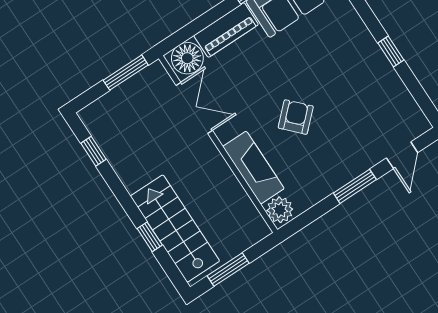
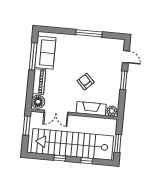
window: (391, 51) -> (89, 33), width x2.17
double door: (194, 108) -> (56, 112), swing flipped
window: (93, 151) -> (60, 158), moved
stairs: (175, 229) -> (72, 144), width x1.86, depth x1.51

